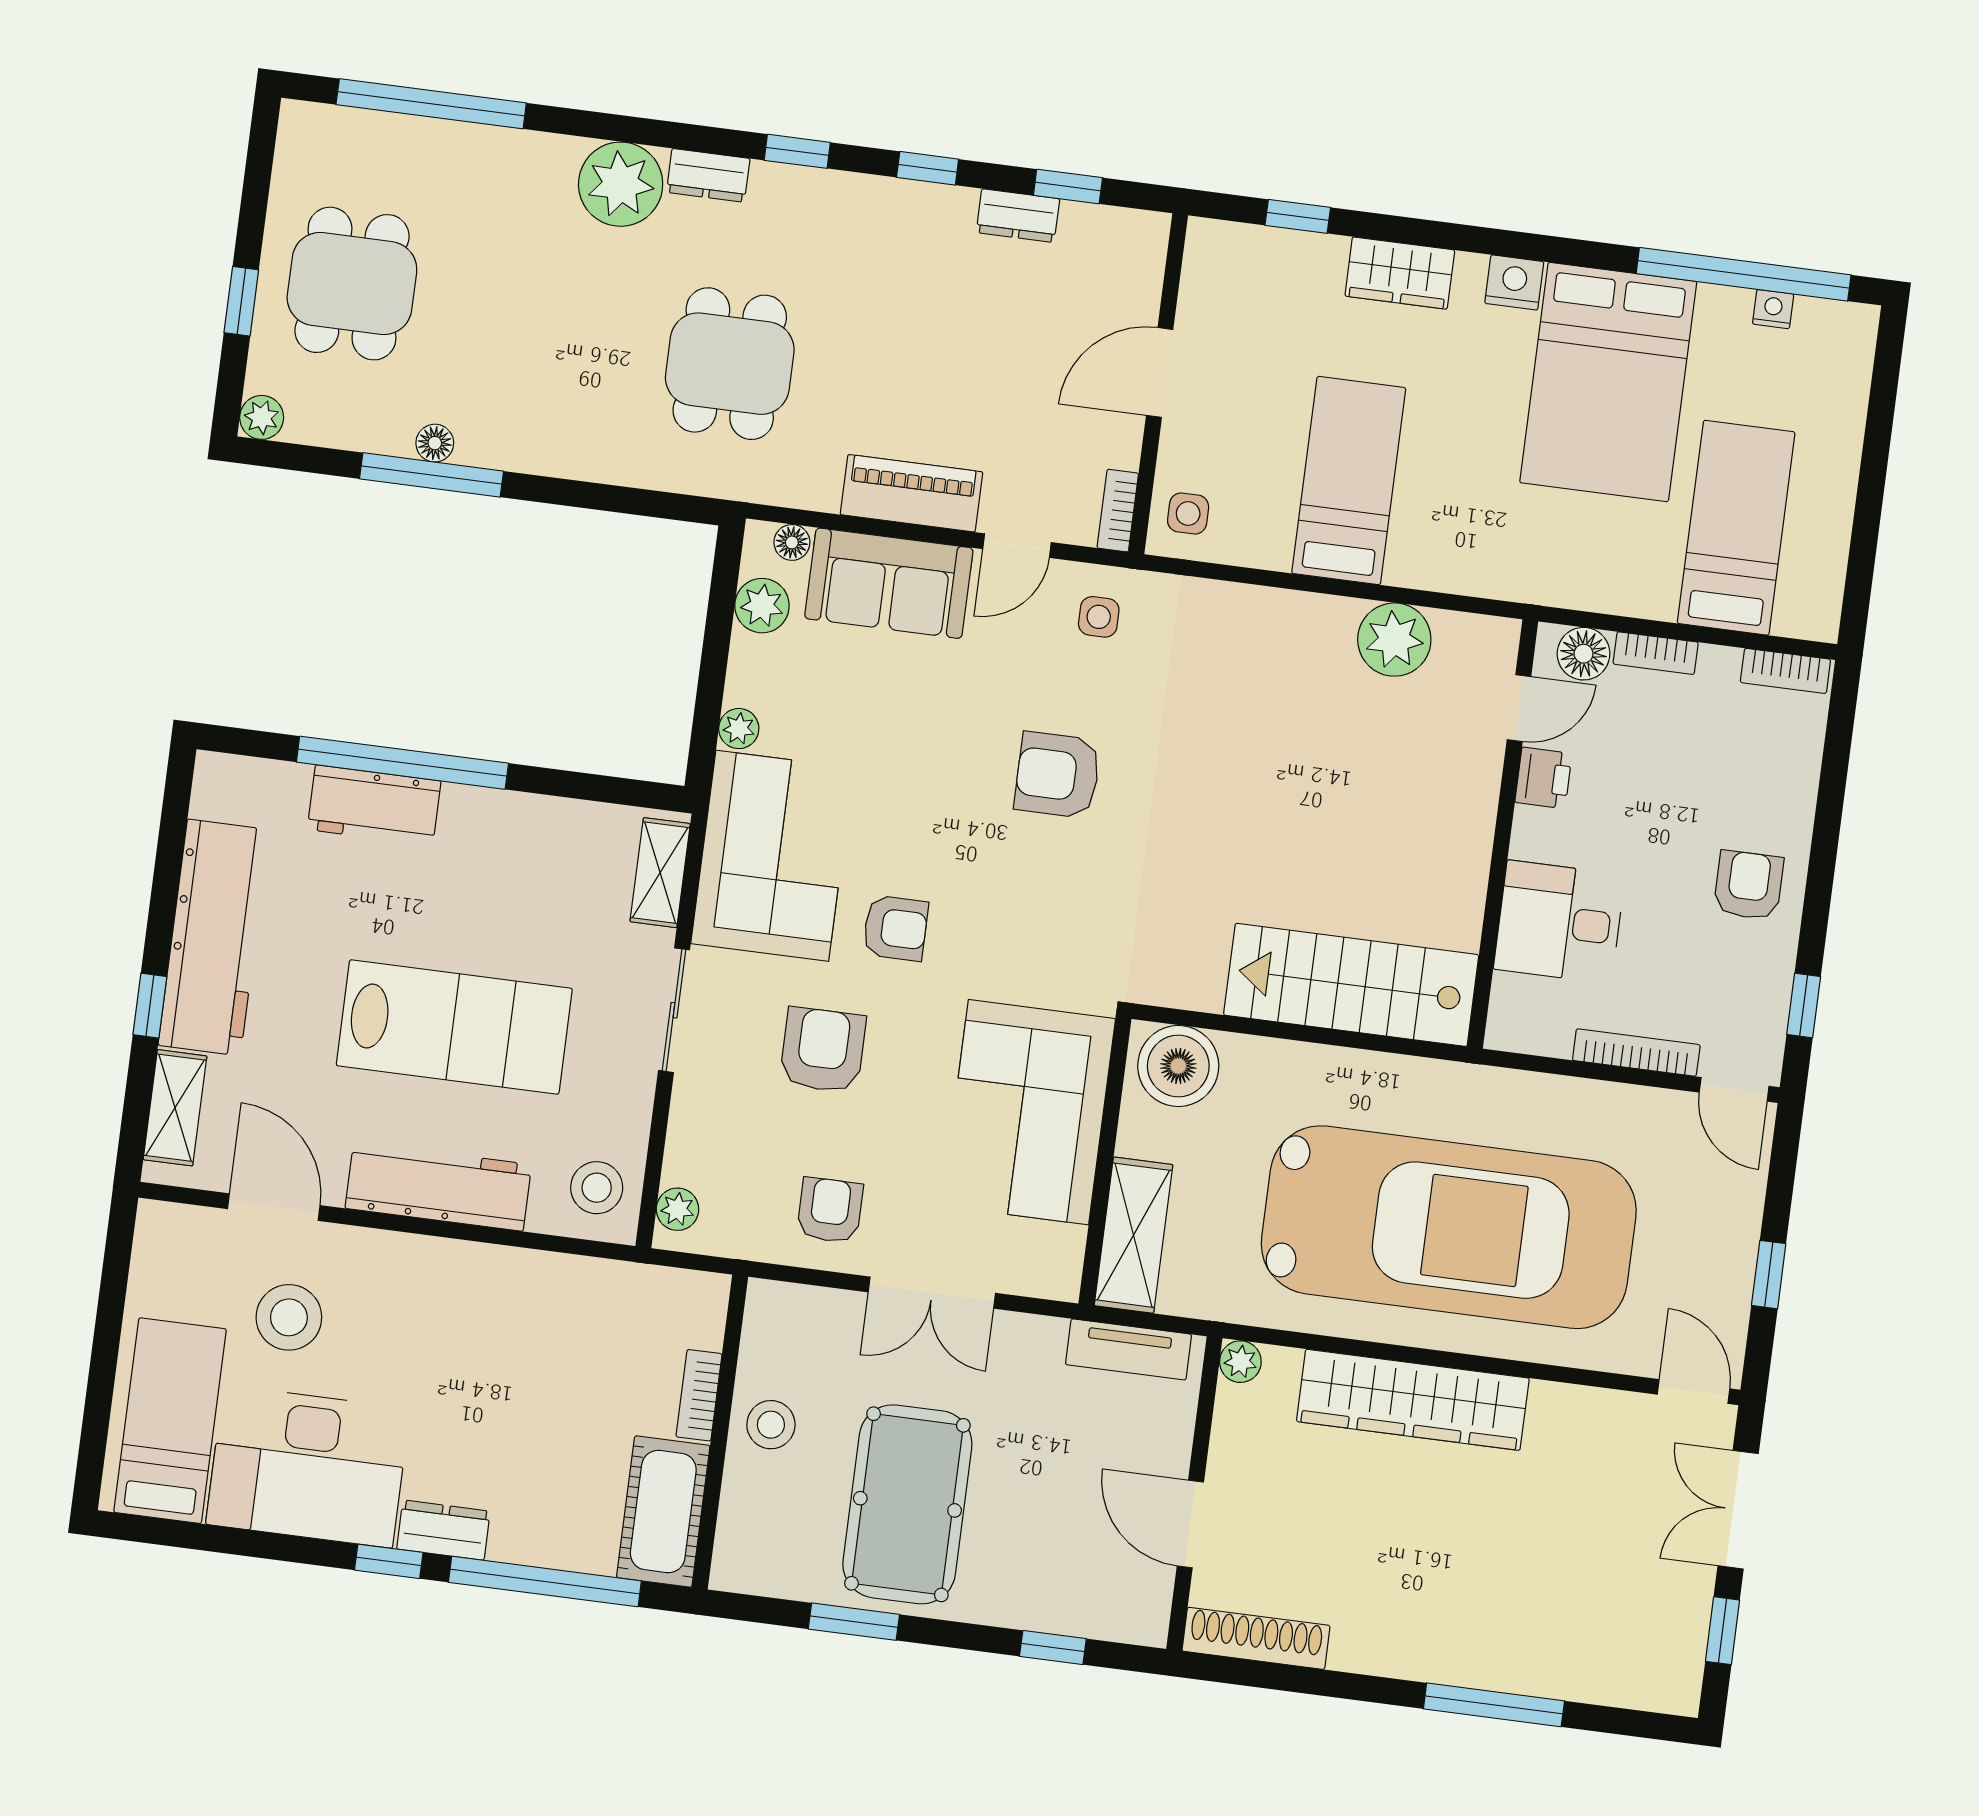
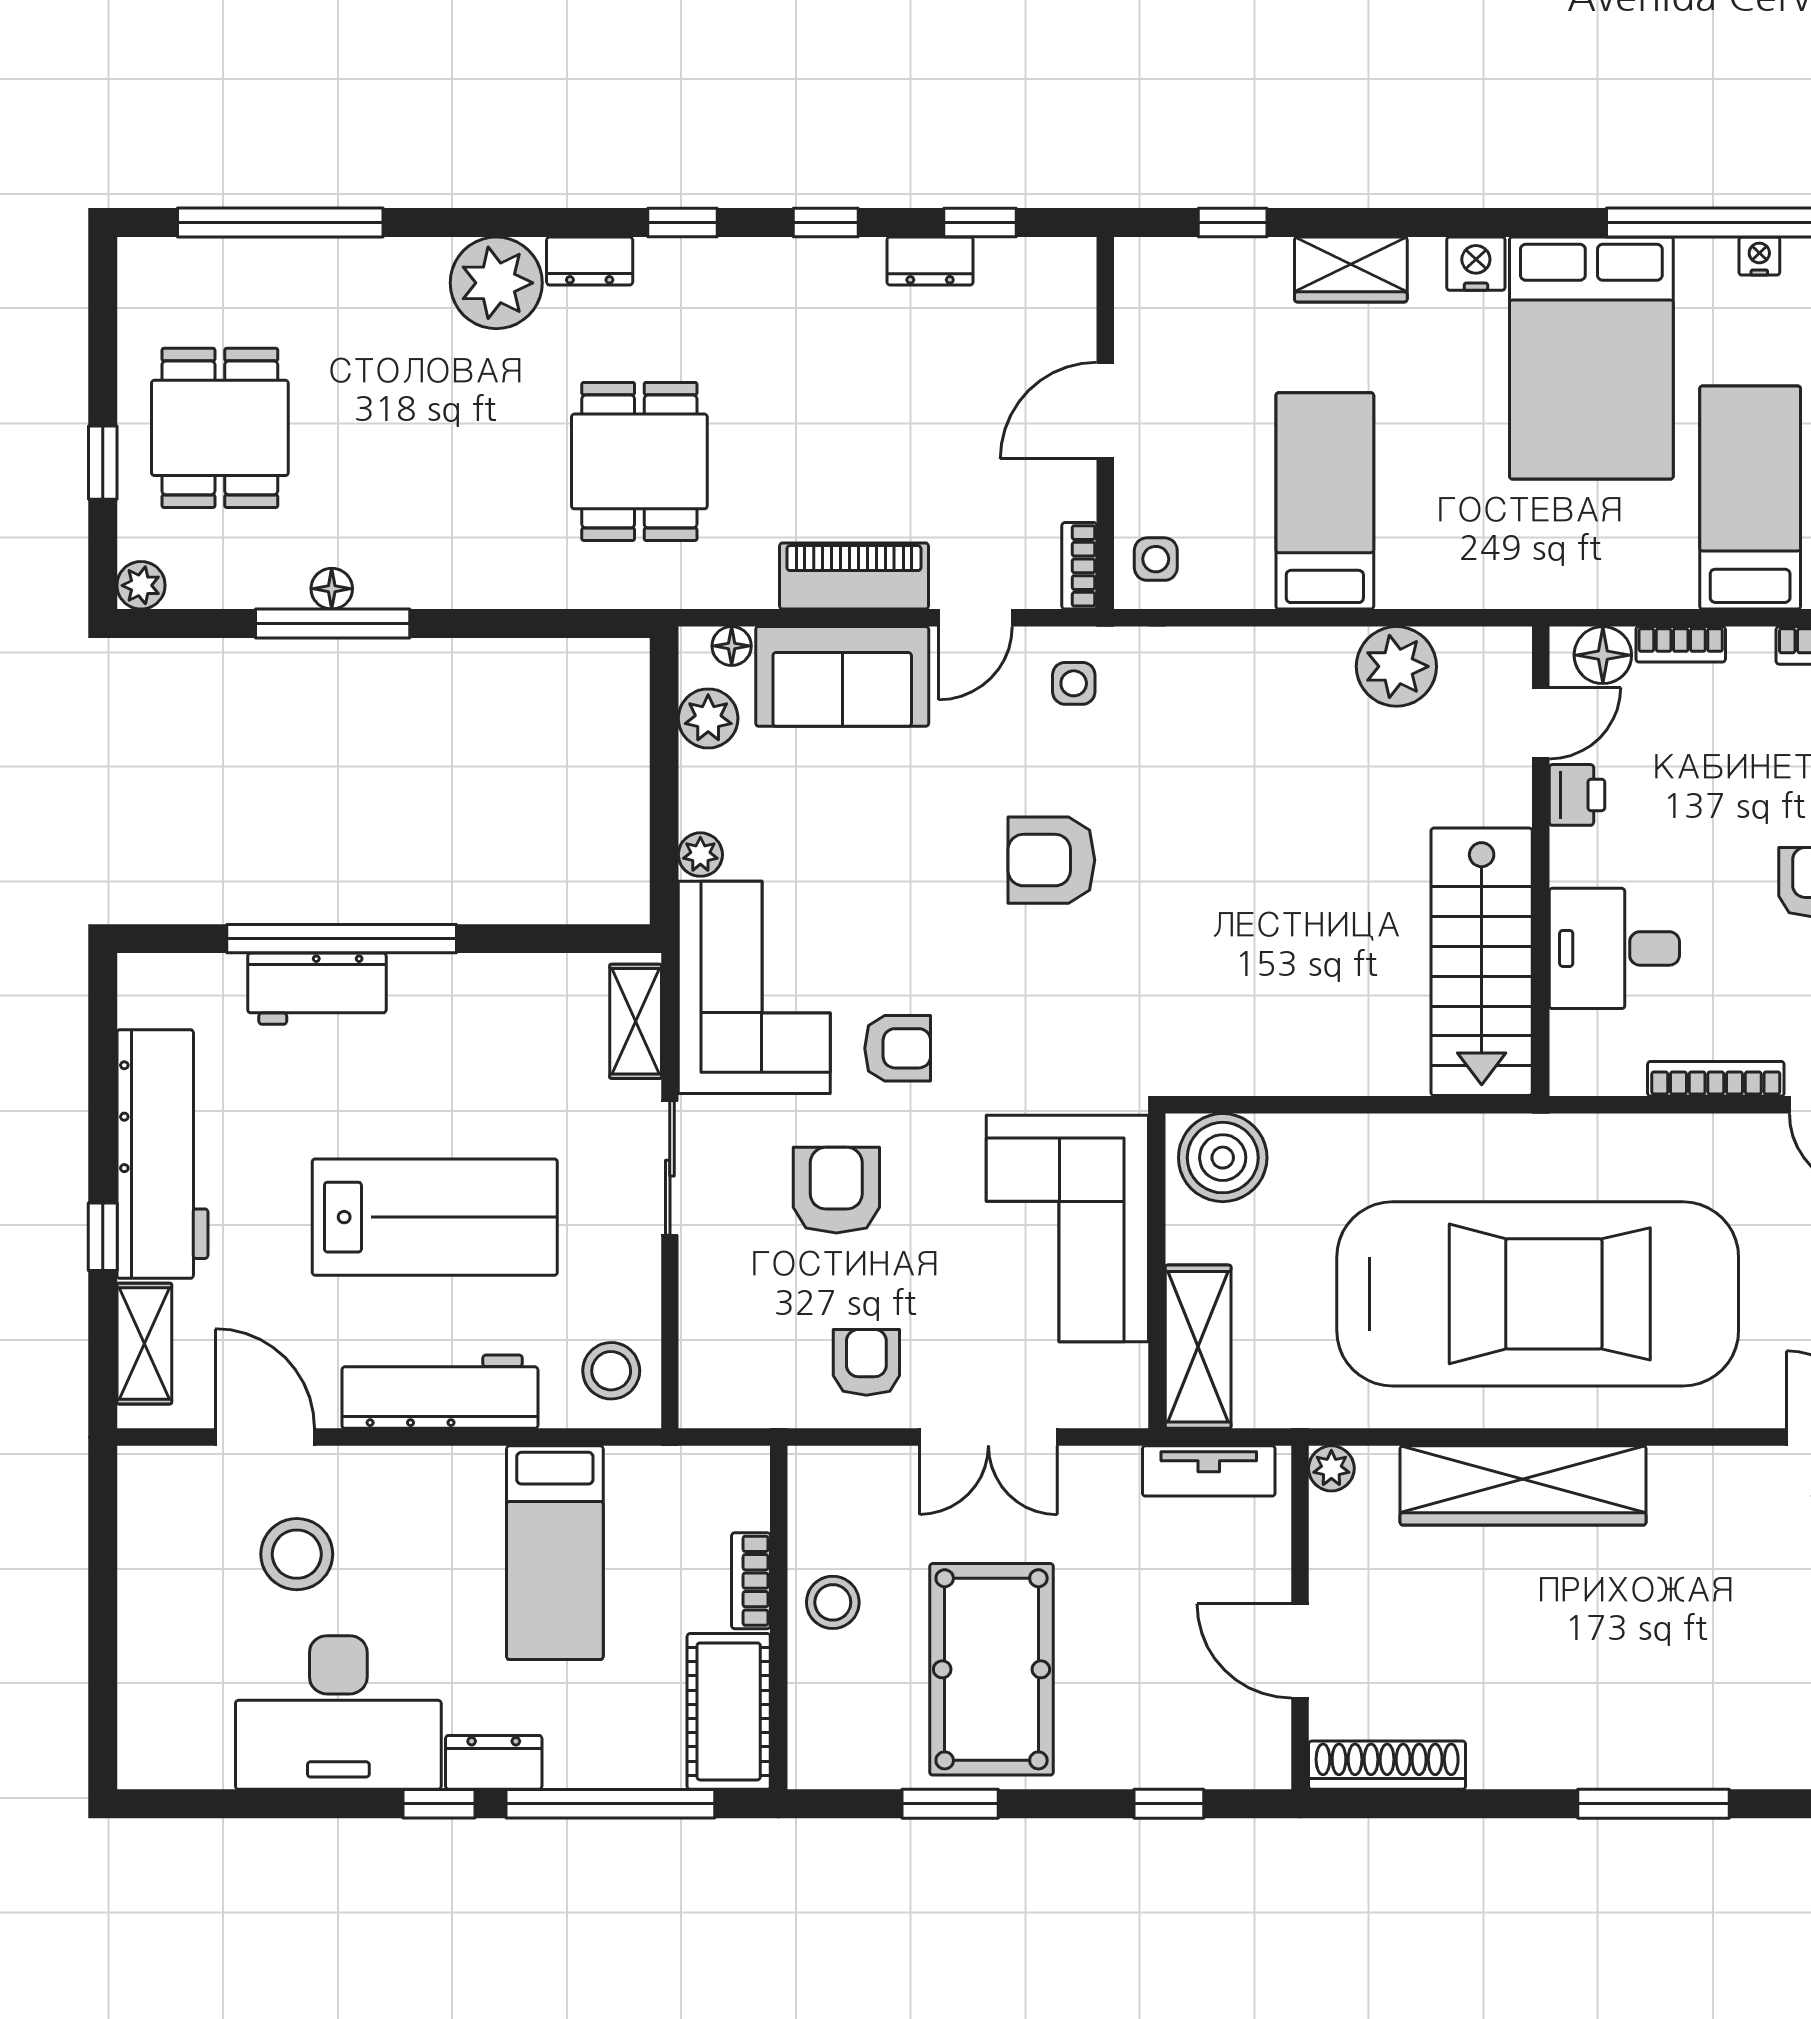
stairs: (1351, 985) -> (1482, 962), moved, turned -90
plant: (678, 1209) -> (702, 1383), removed
bed: (170, 1421) -> (555, 1553), moved, turned 180

